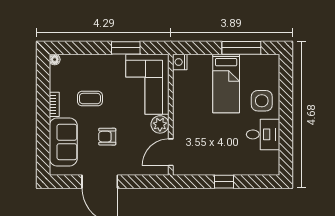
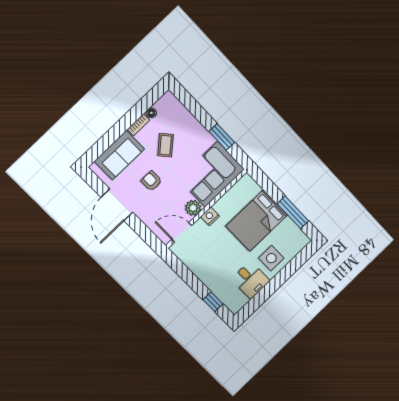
floor lamp: (55, 60) -> (151, 113), moved
nightstand: (180, 62) -> (210, 216), moved
bed: (226, 83) -> (257, 221), width x1.50
coffee table: (90, 99) -> (166, 145), turned 49
window: (224, 182) -> (213, 302), moved

